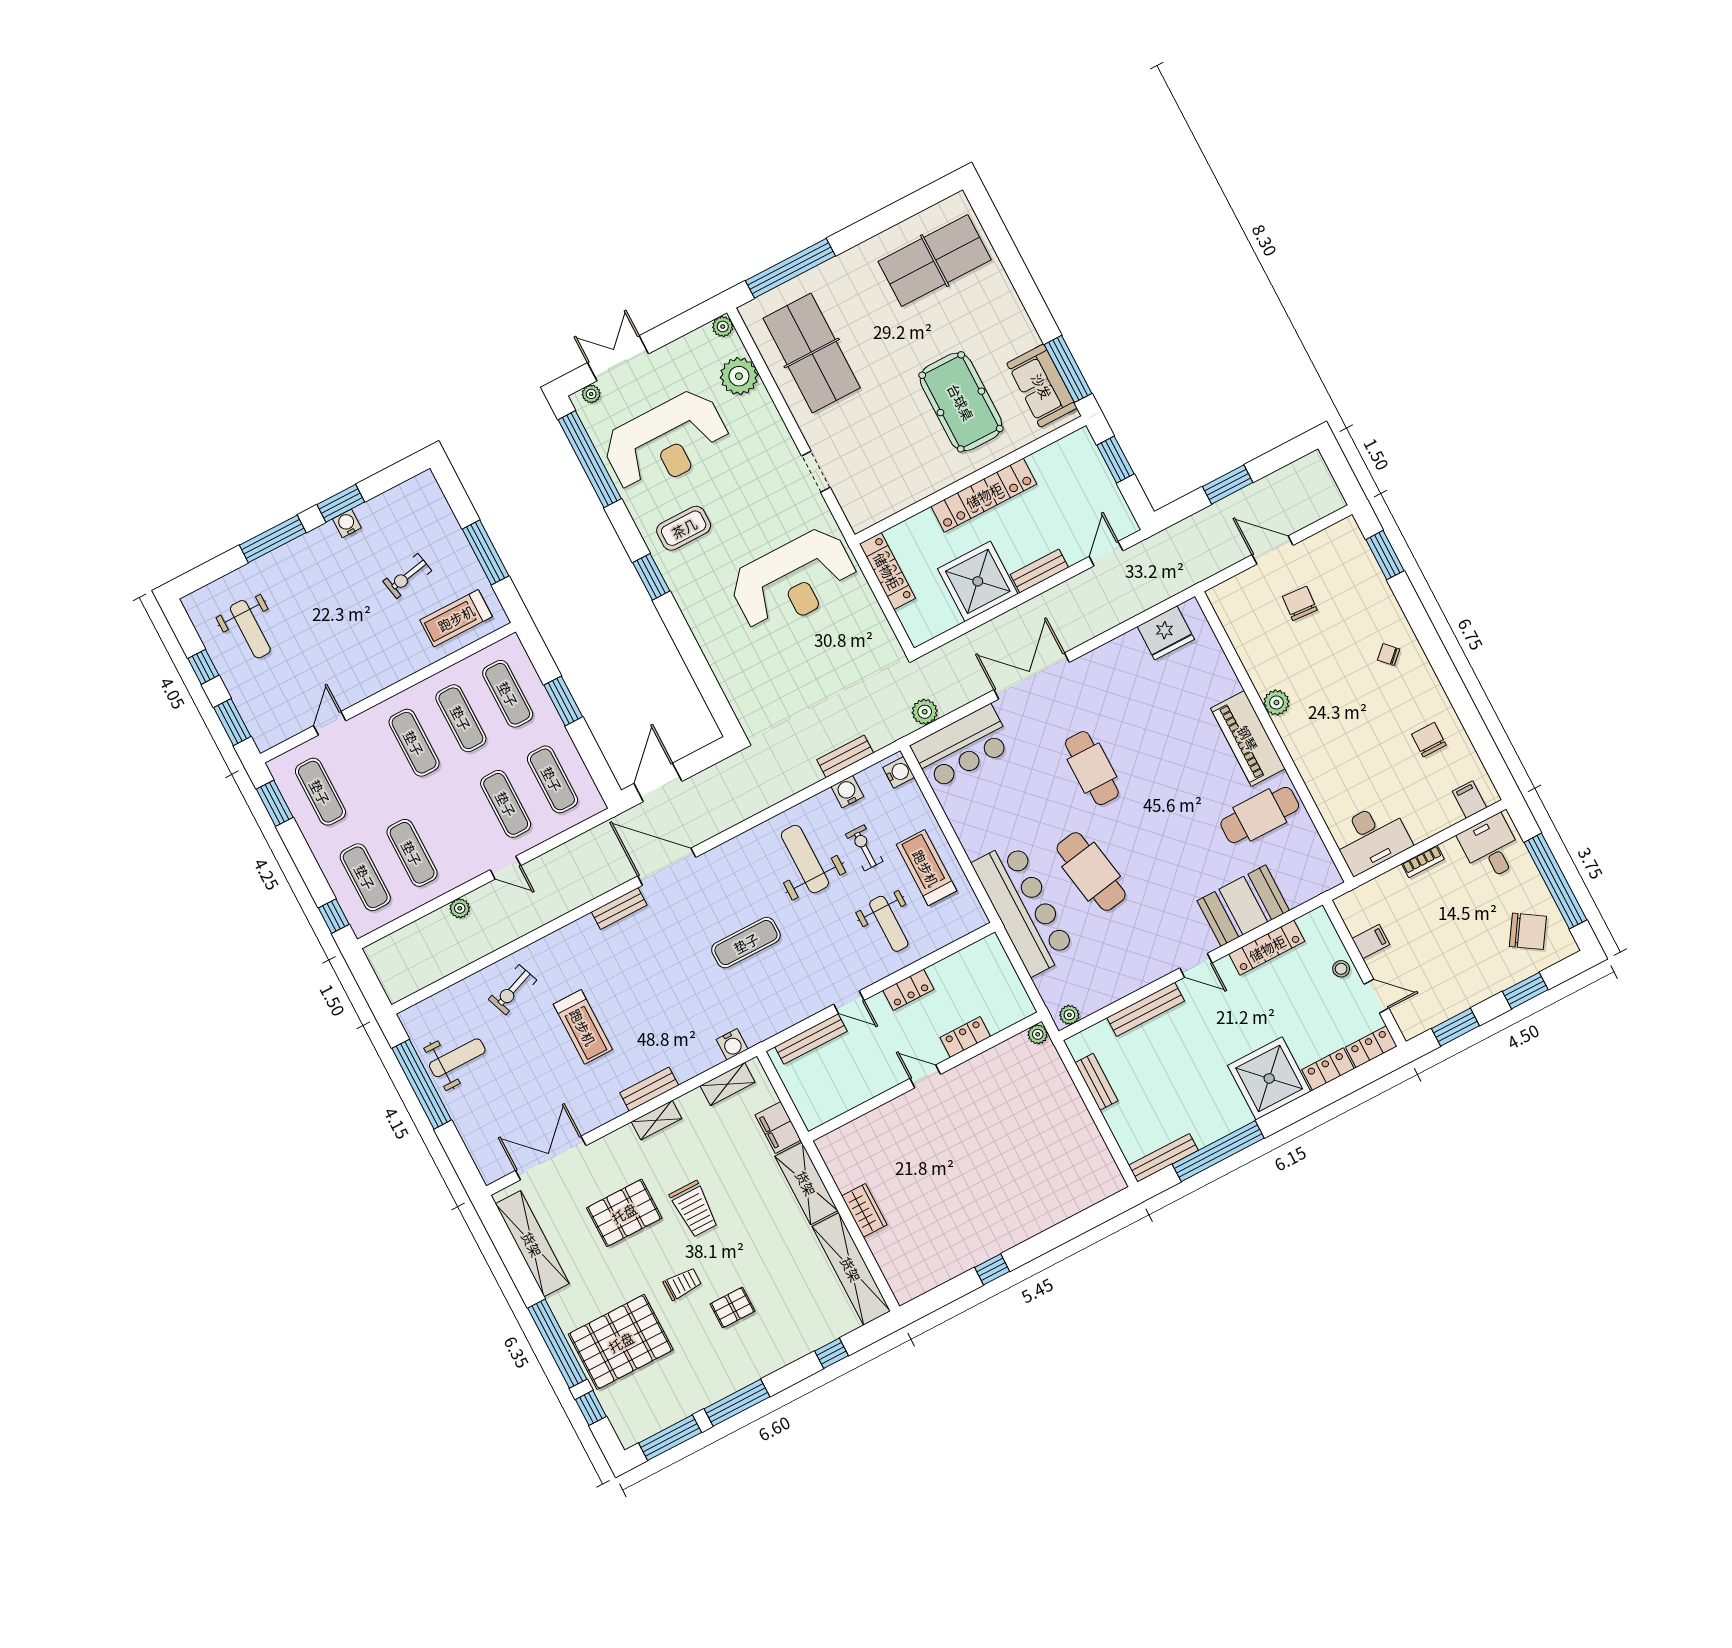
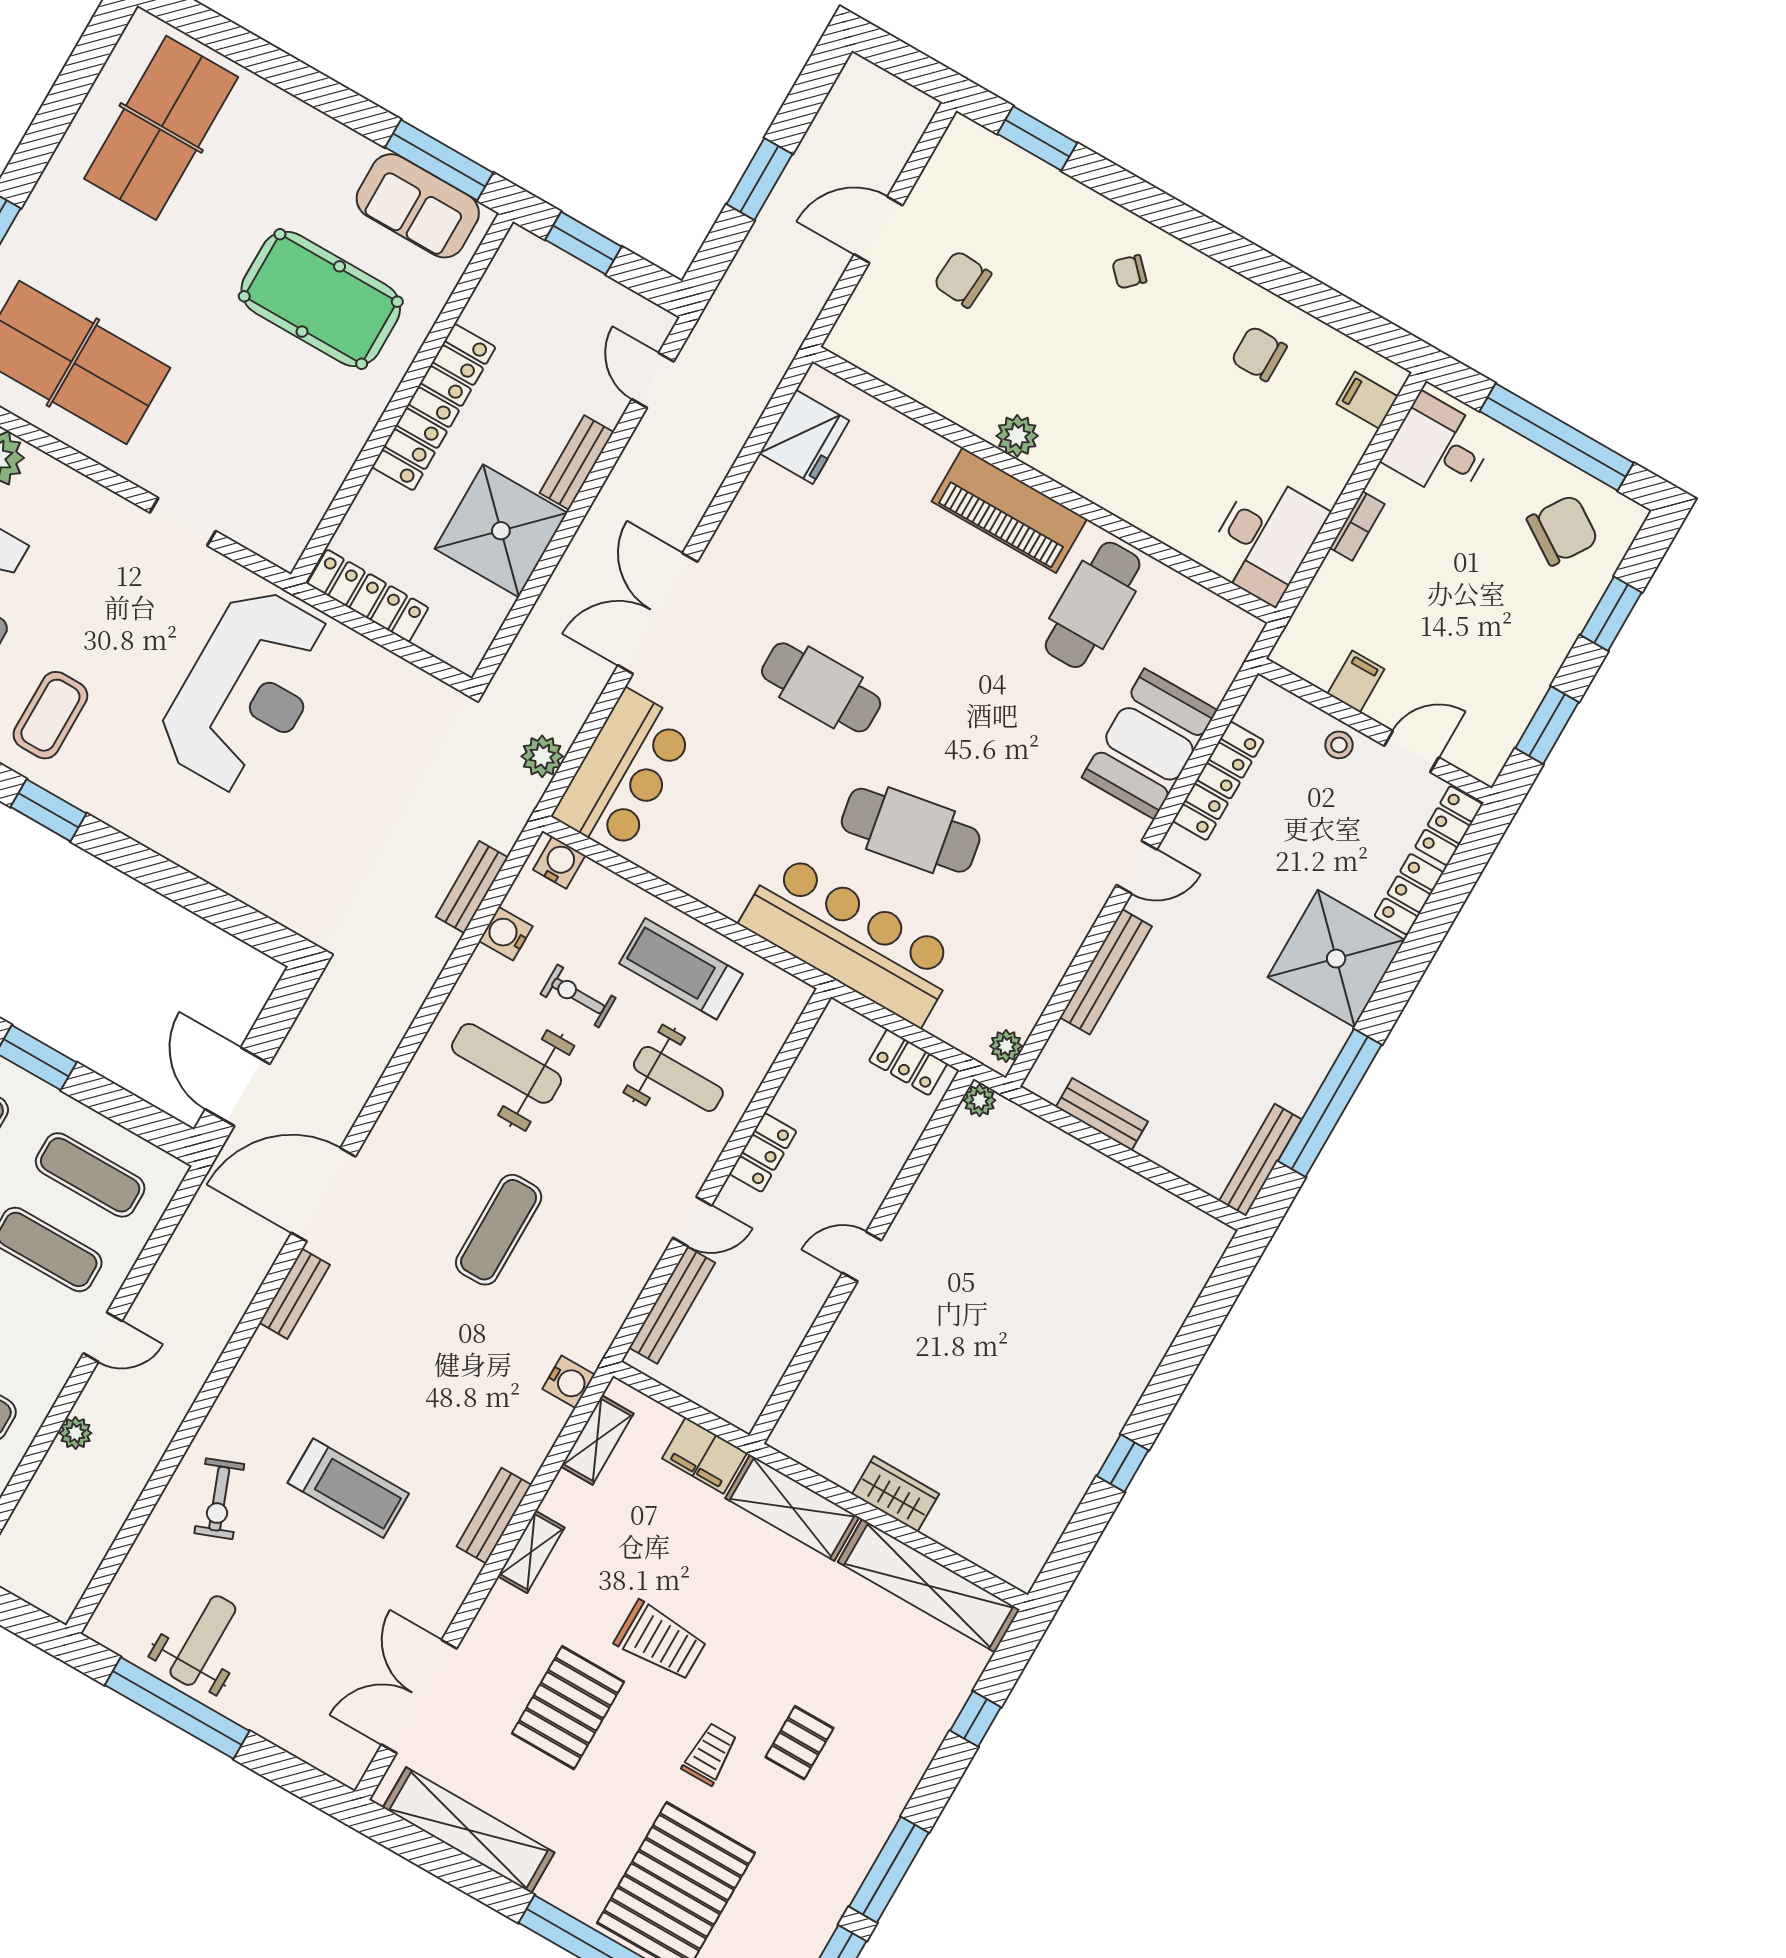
locker: (965, 1037) -> (908, 1062), moved, turned -90

